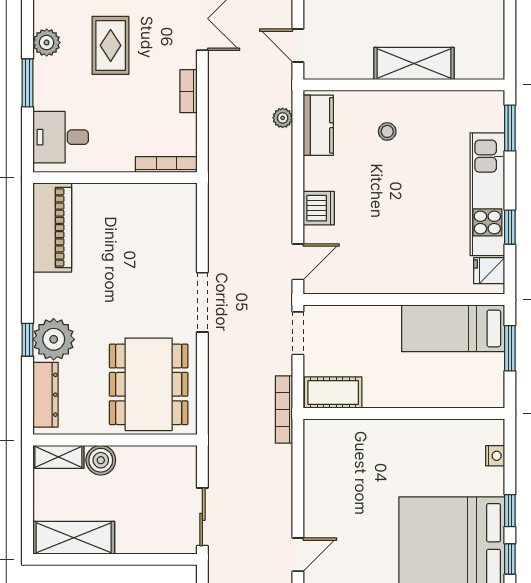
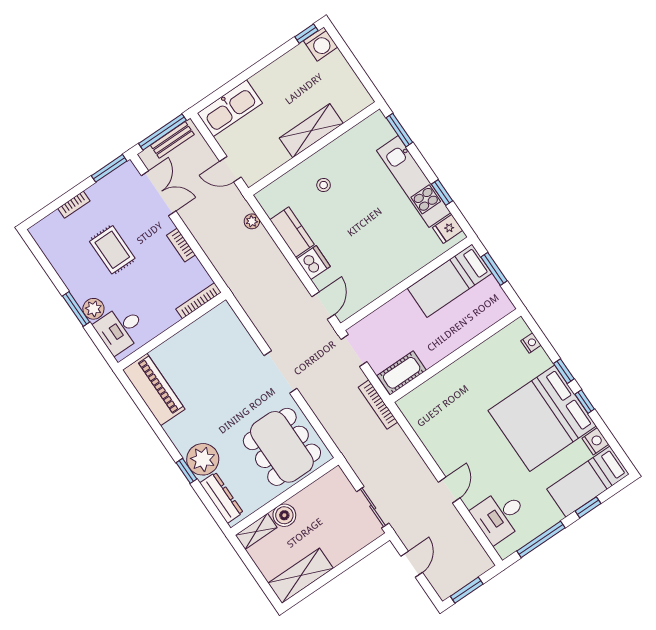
plant: (47, 43) -> (93, 309), moved
kitchen counter: (318, 125) -> (292, 232), moved

